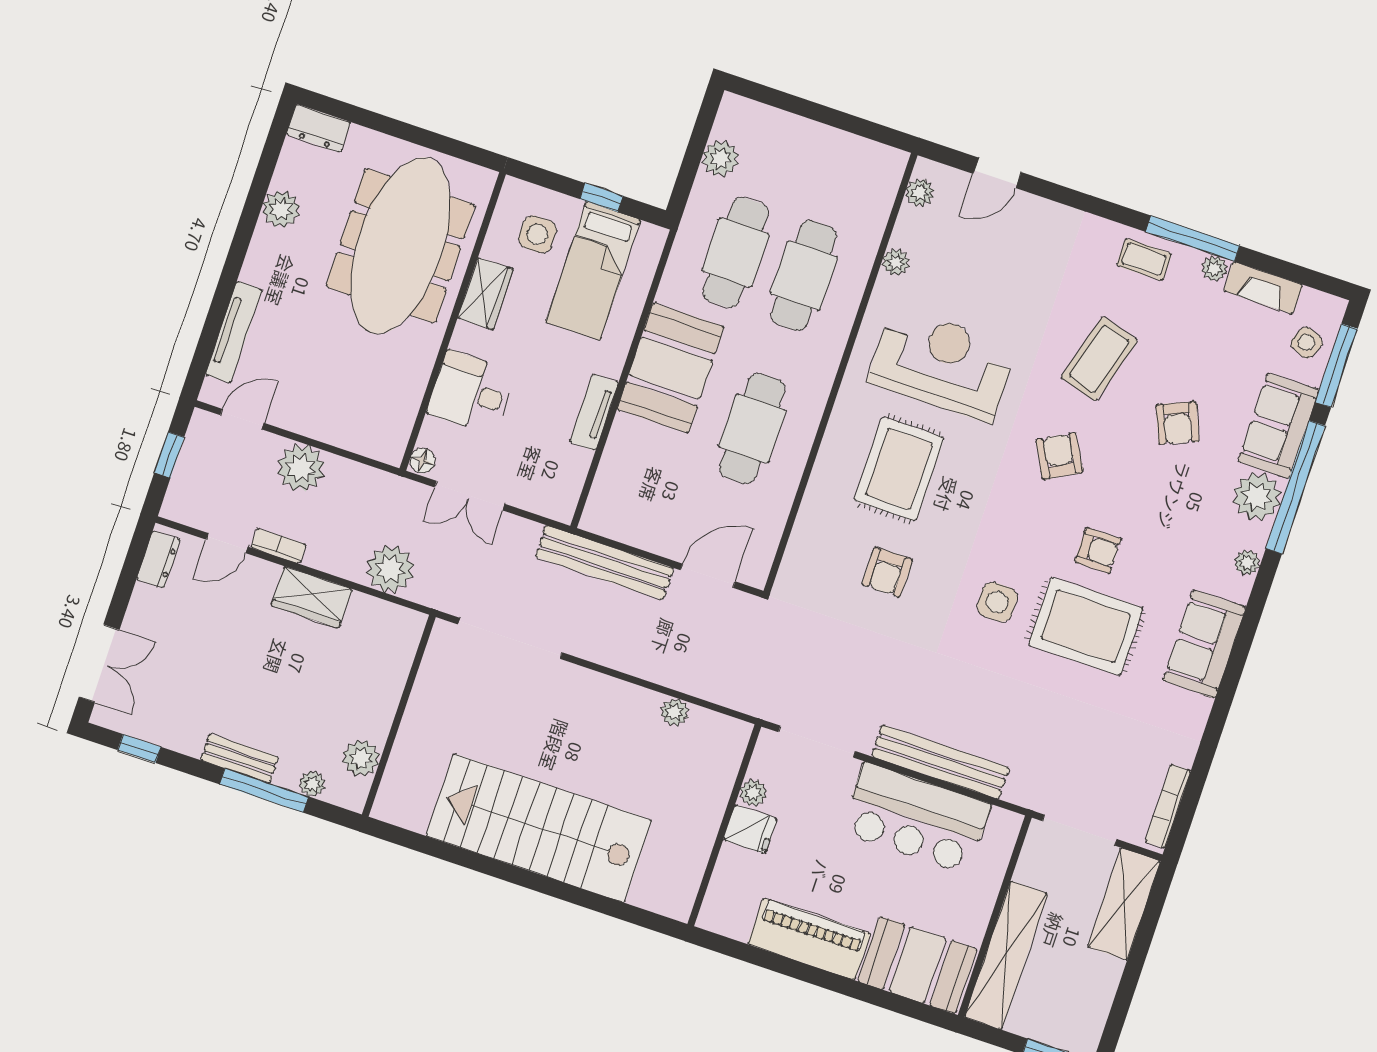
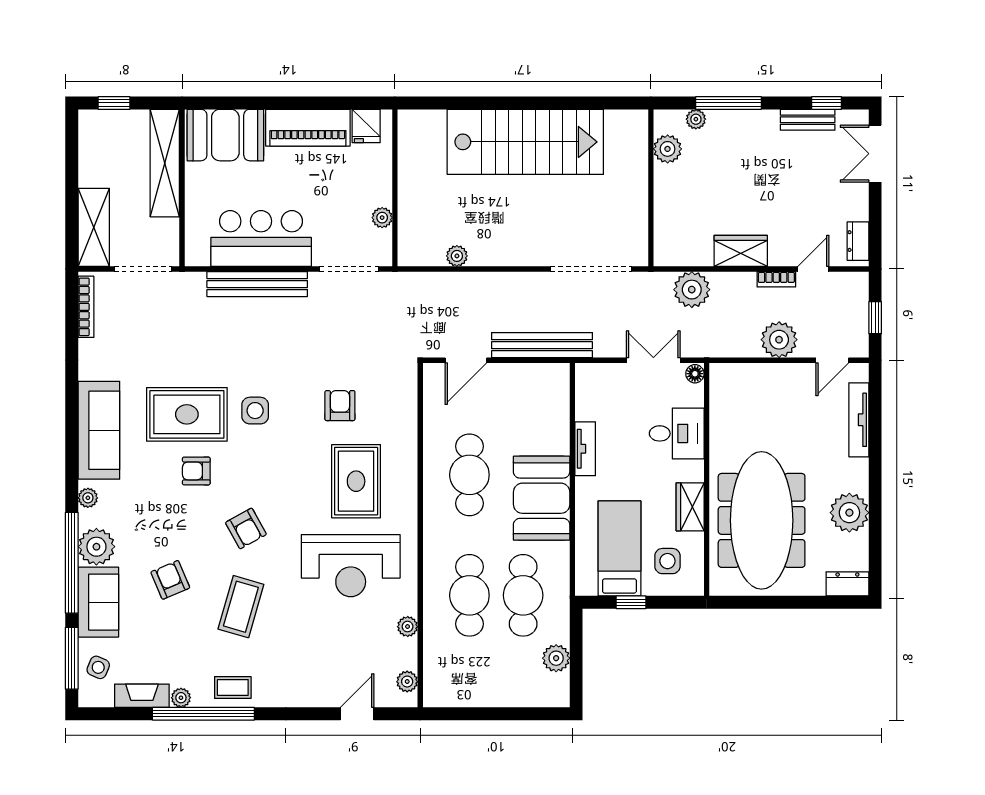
plant: (281, 209) -> (849, 513), width x1.36, depth x1.36
window: (1193, 239) -> (203, 714), width x1.46
sofa: (1204, 644) -> (99, 430), width x1.36
bench: (240, 759) -> (808, 120), moved
fridge: (750, 829) -> (366, 126), moved, turned -90

